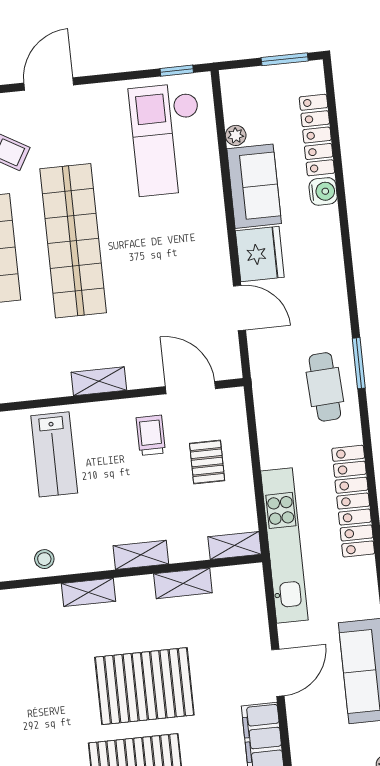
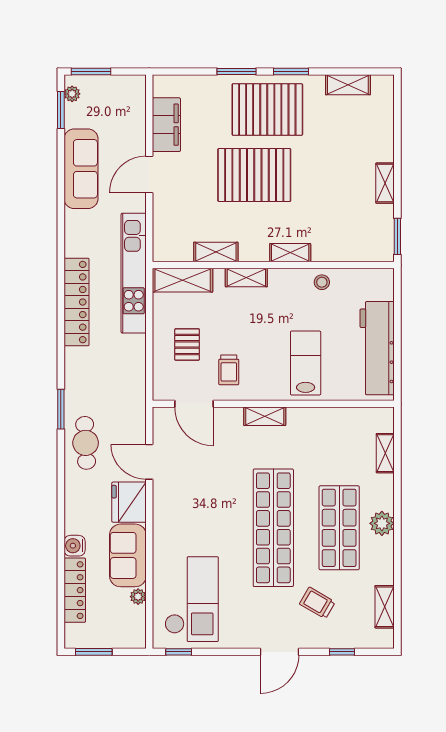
cafe table: (325, 387) -> (86, 443), moved
shelving: (235, 545) -> (183, 280), width x1.50, depth x1.33

